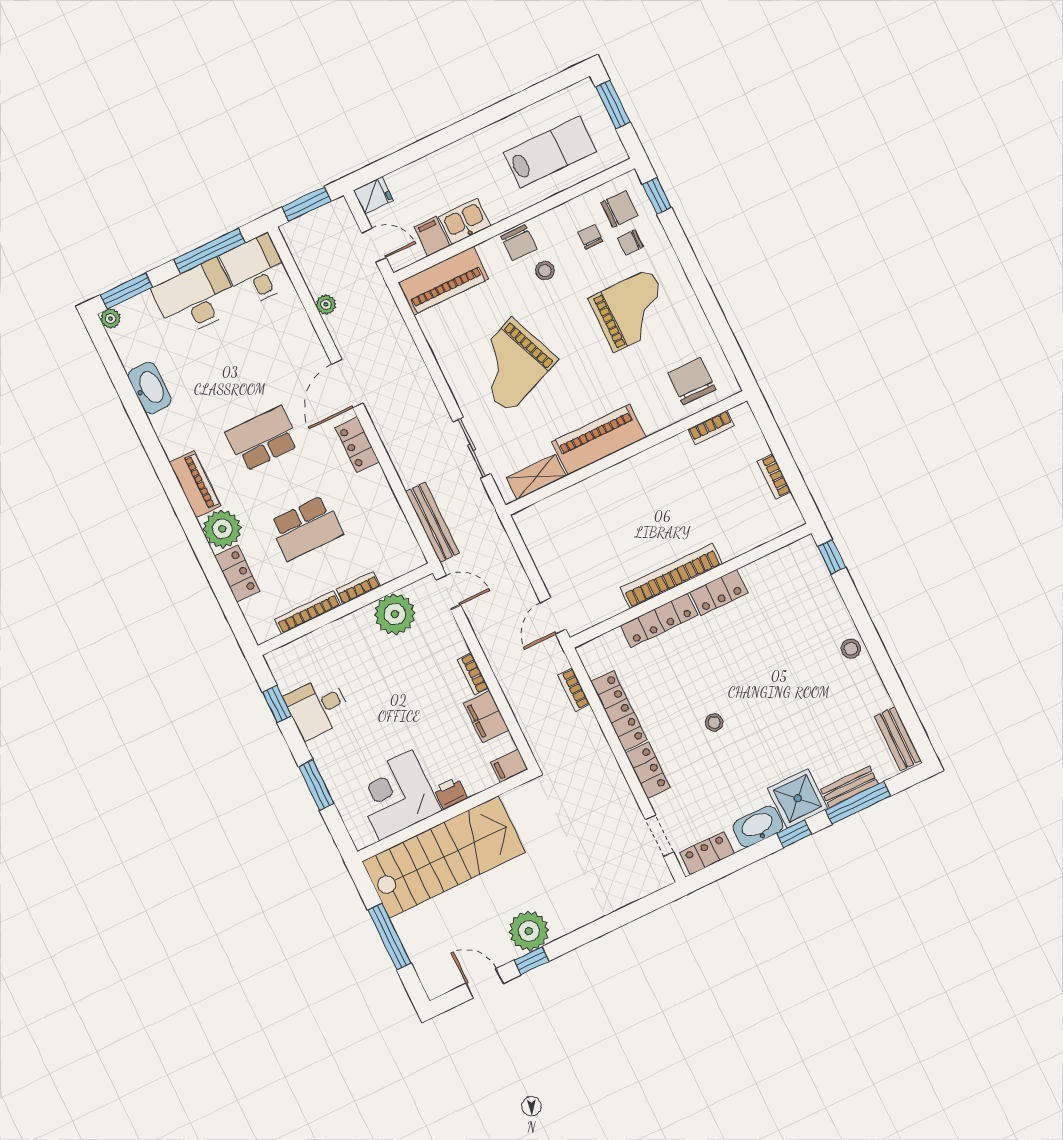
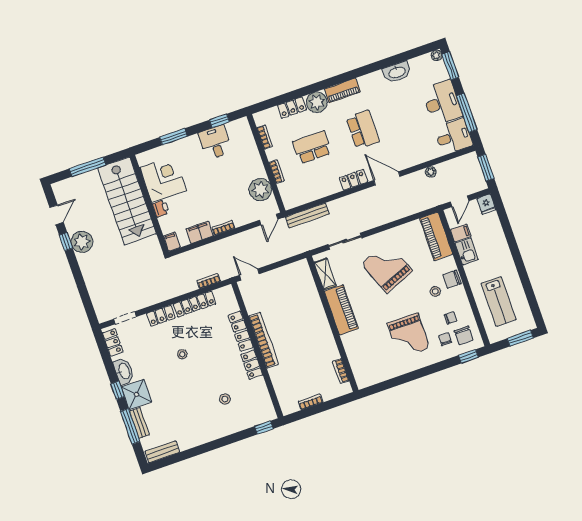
chair: (692, 381) -> (367, 363), removed
school desk: (306, 528) -> (312, 147), turned 90
bookcase: (308, 612) -> (265, 137), width x0.64
stool: (851, 649) -> (225, 399), moved

